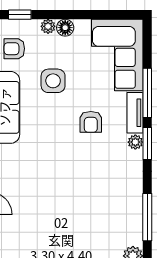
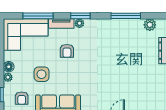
window: (147, 93) -> (38, 16), moved
armchair: (91, 122) -> (67, 51), turned 90

